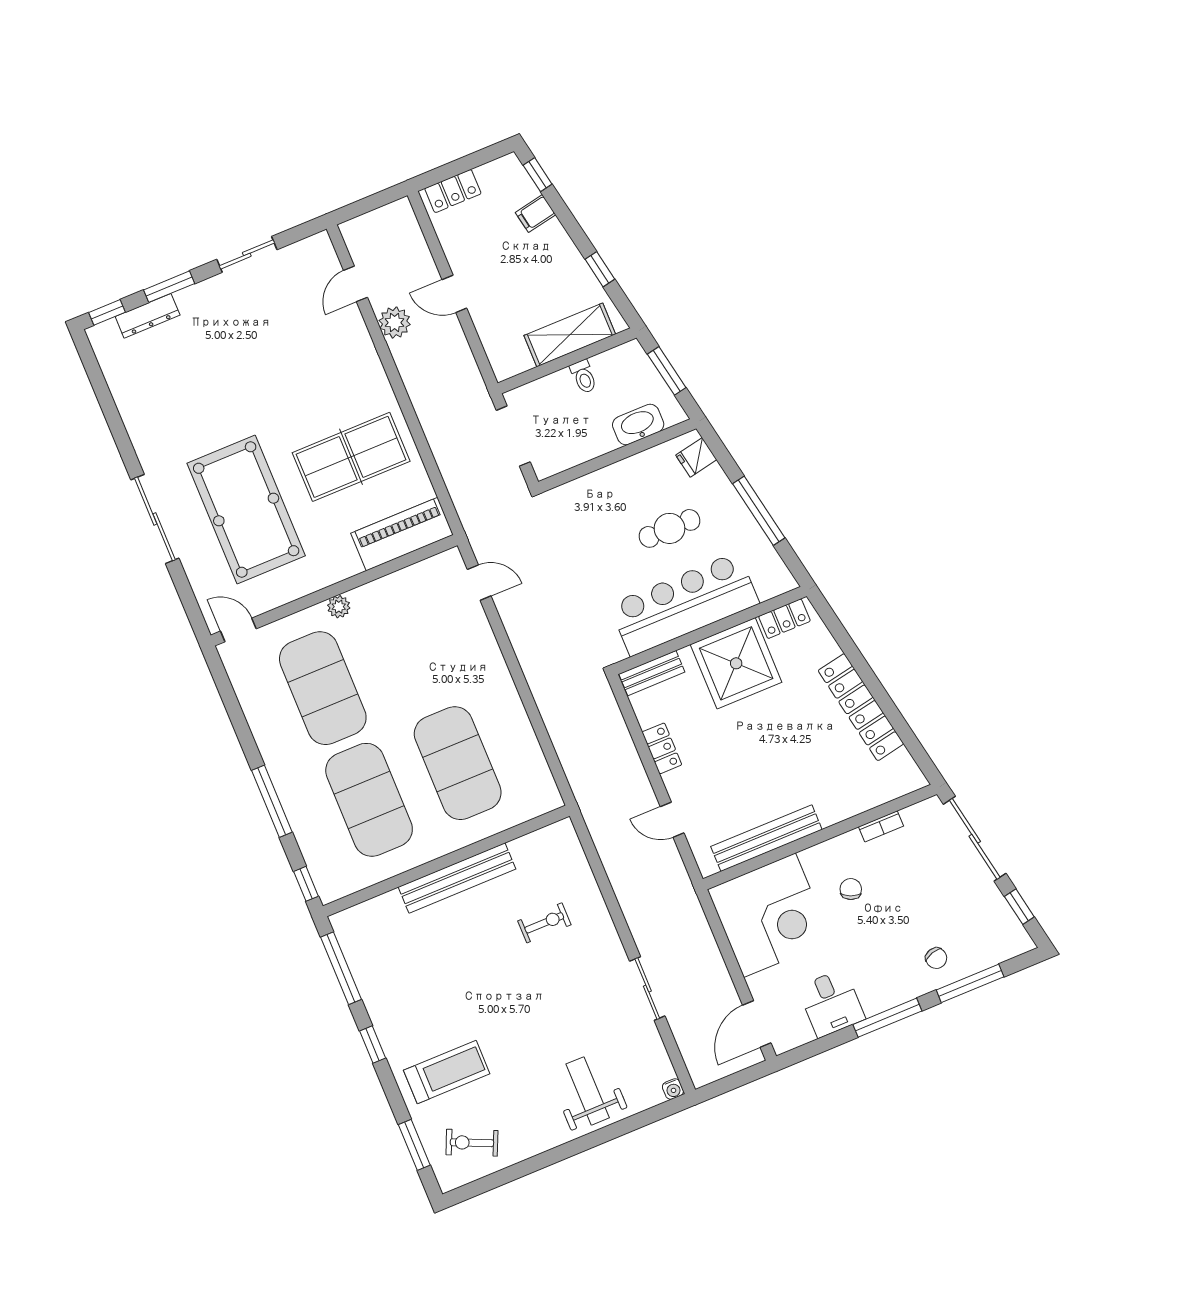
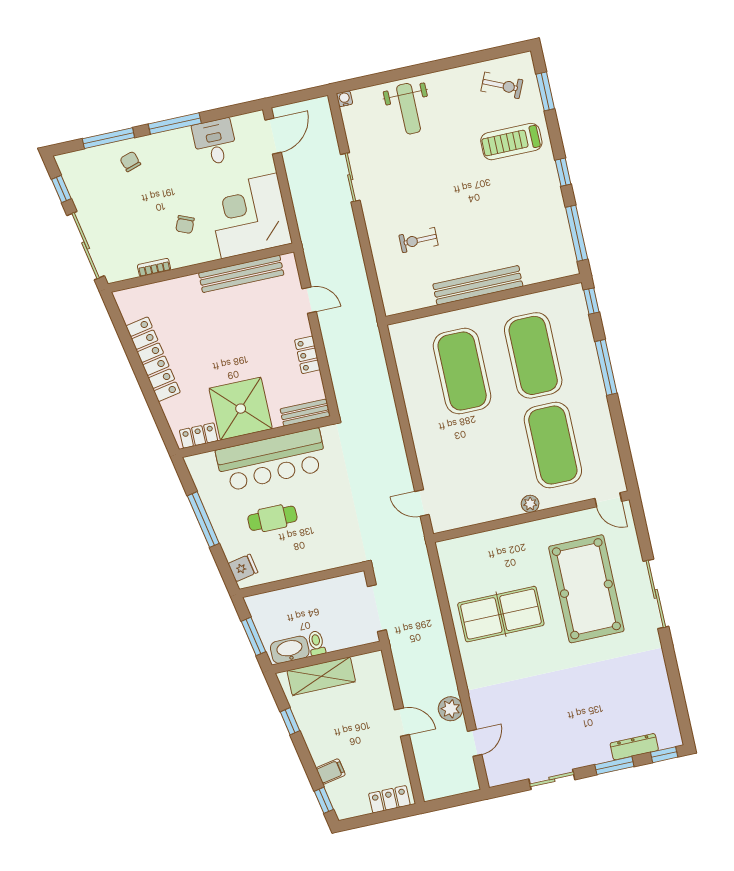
washbasin: (638, 425) -> (290, 650), moved, turned 180
piano: (402, 534) -> (473, 550), removed

